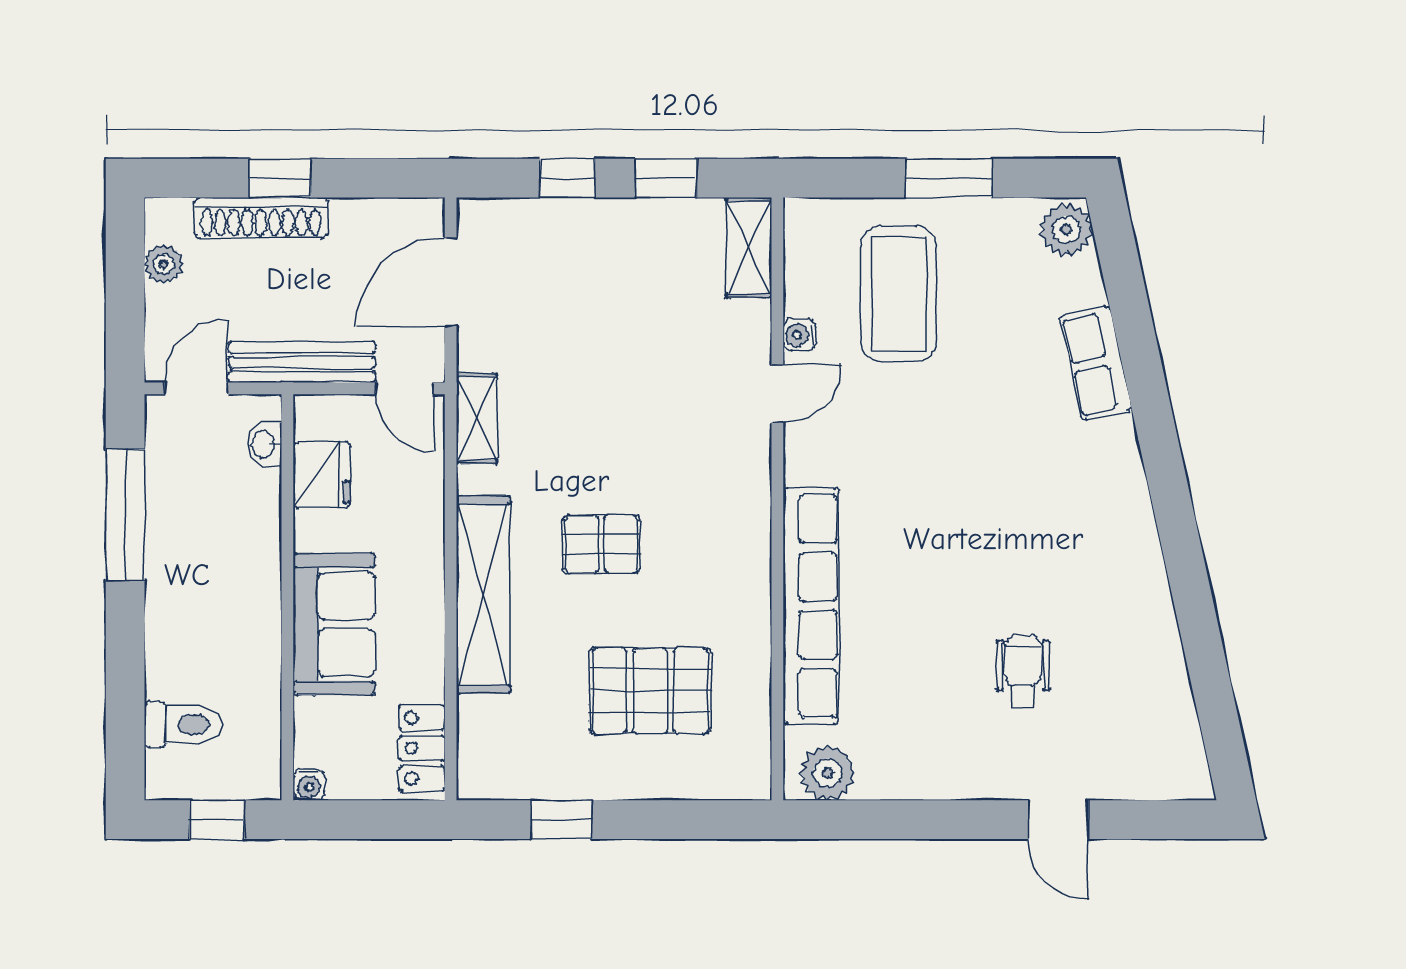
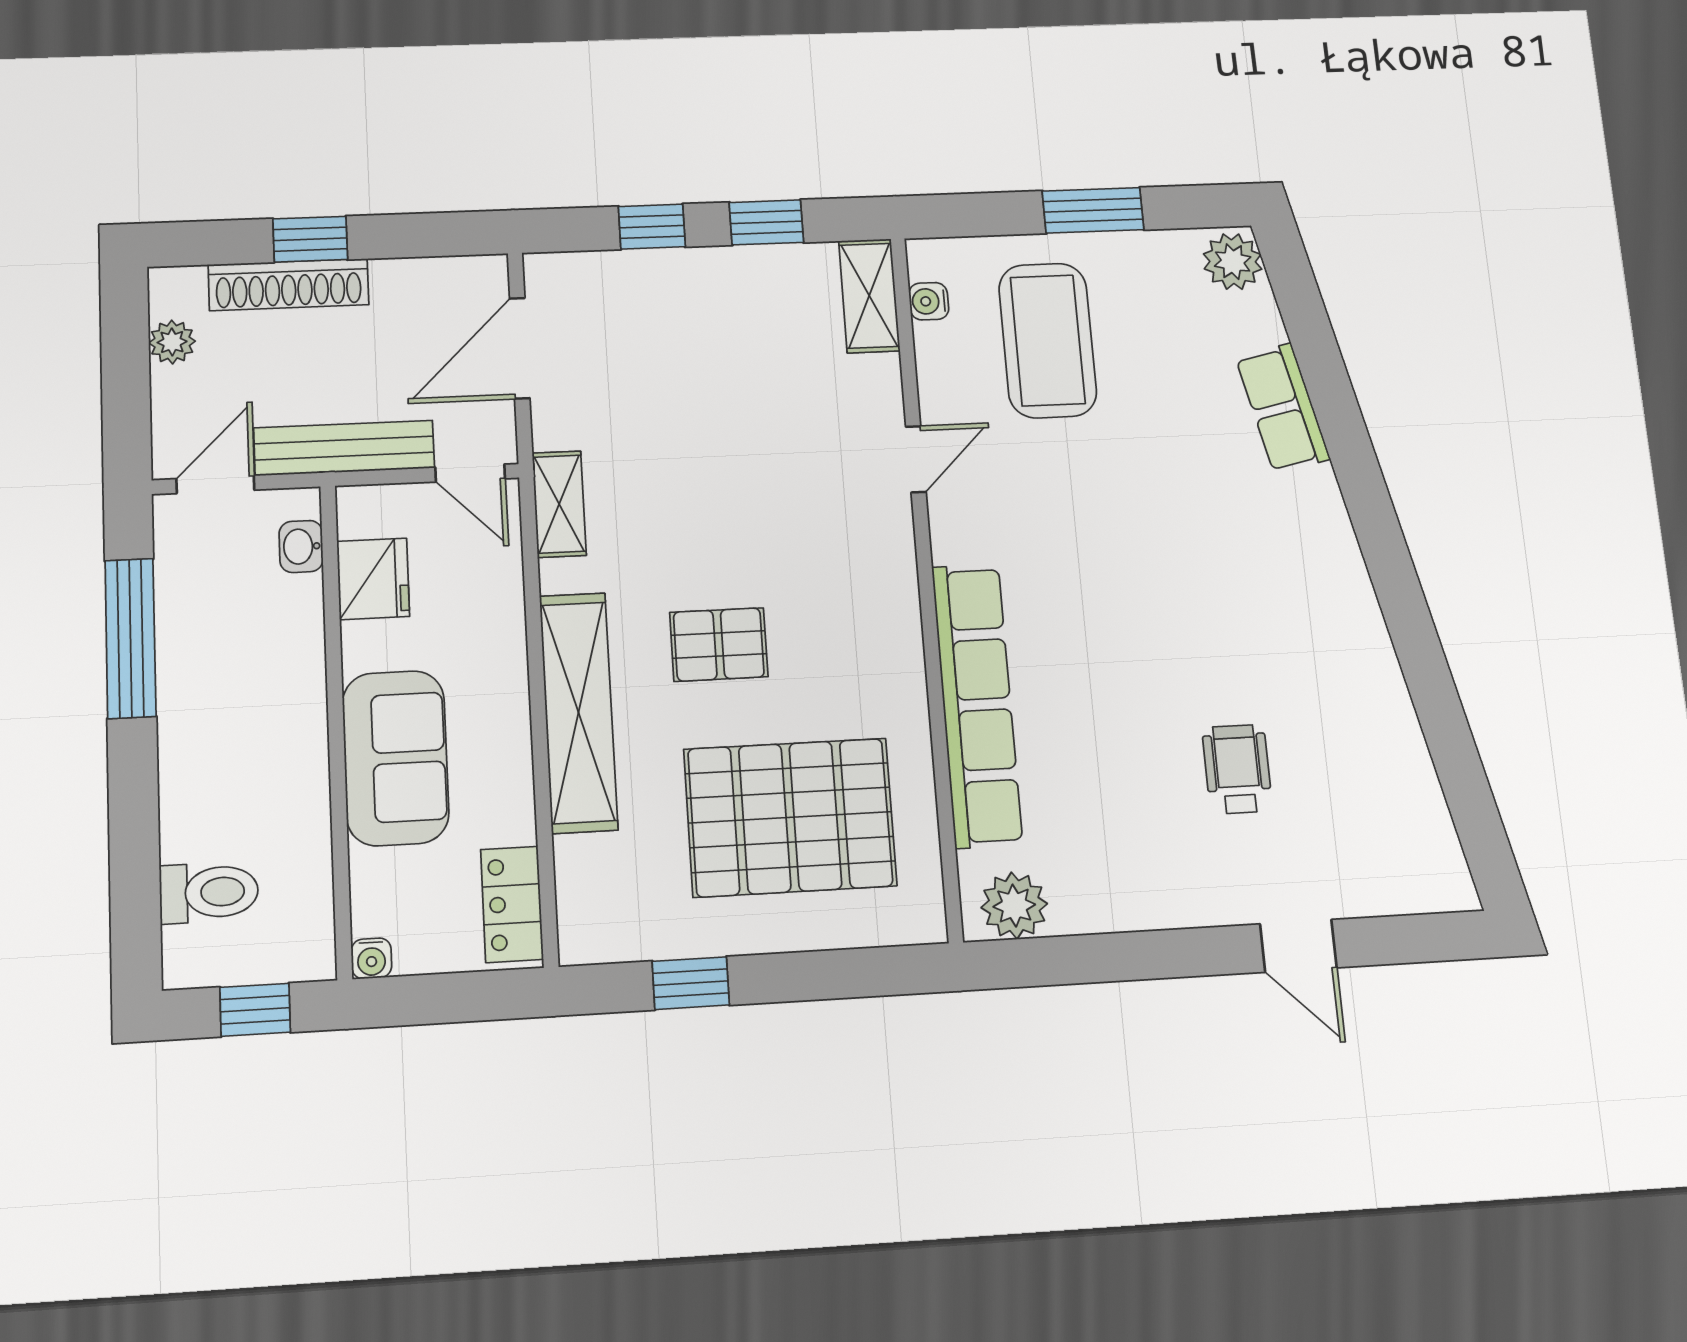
water cooler: (800, 335) -> (929, 301), moved
pallet: (650, 691) -> (790, 817), width x1.37, depth x1.41

